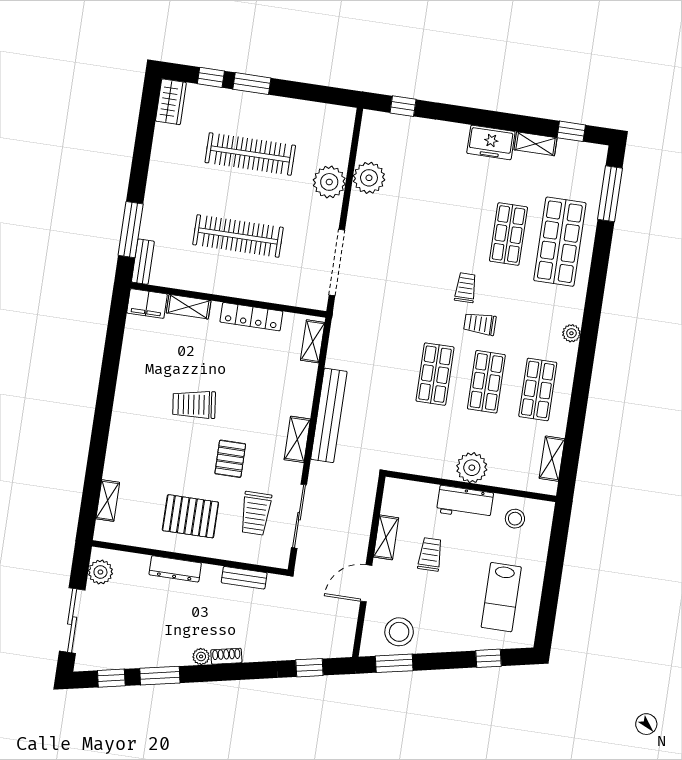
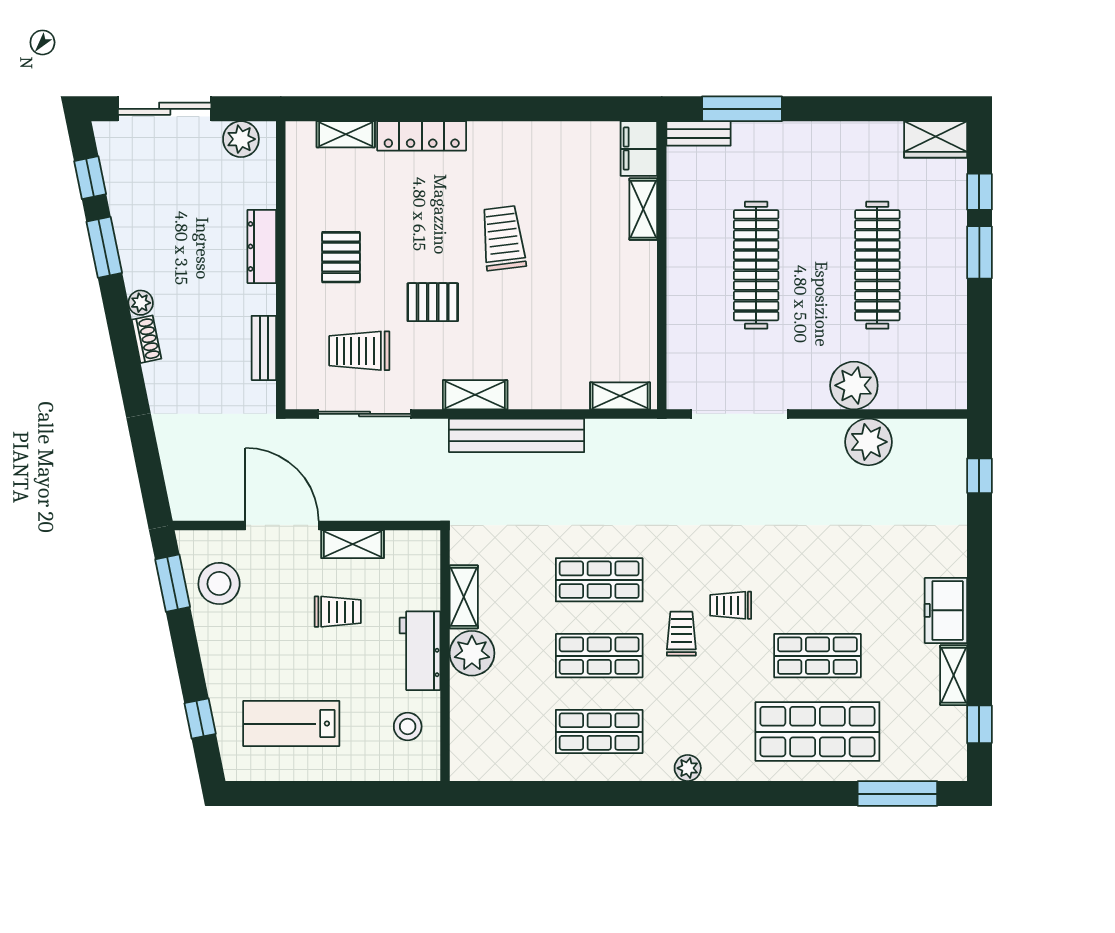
trolley: (466, 288) -> (731, 605), turned 180
locker: (251, 317) -> (422, 136), moved, turned -90
shelving: (552, 459) -> (464, 597), moved, turned 90
pallet: (190, 516) -> (341, 257), width x0.67, depth x0.71
door: (366, 583) -> (282, 525), width x1.36
window: (309, 668) -> (148, 462), removed

